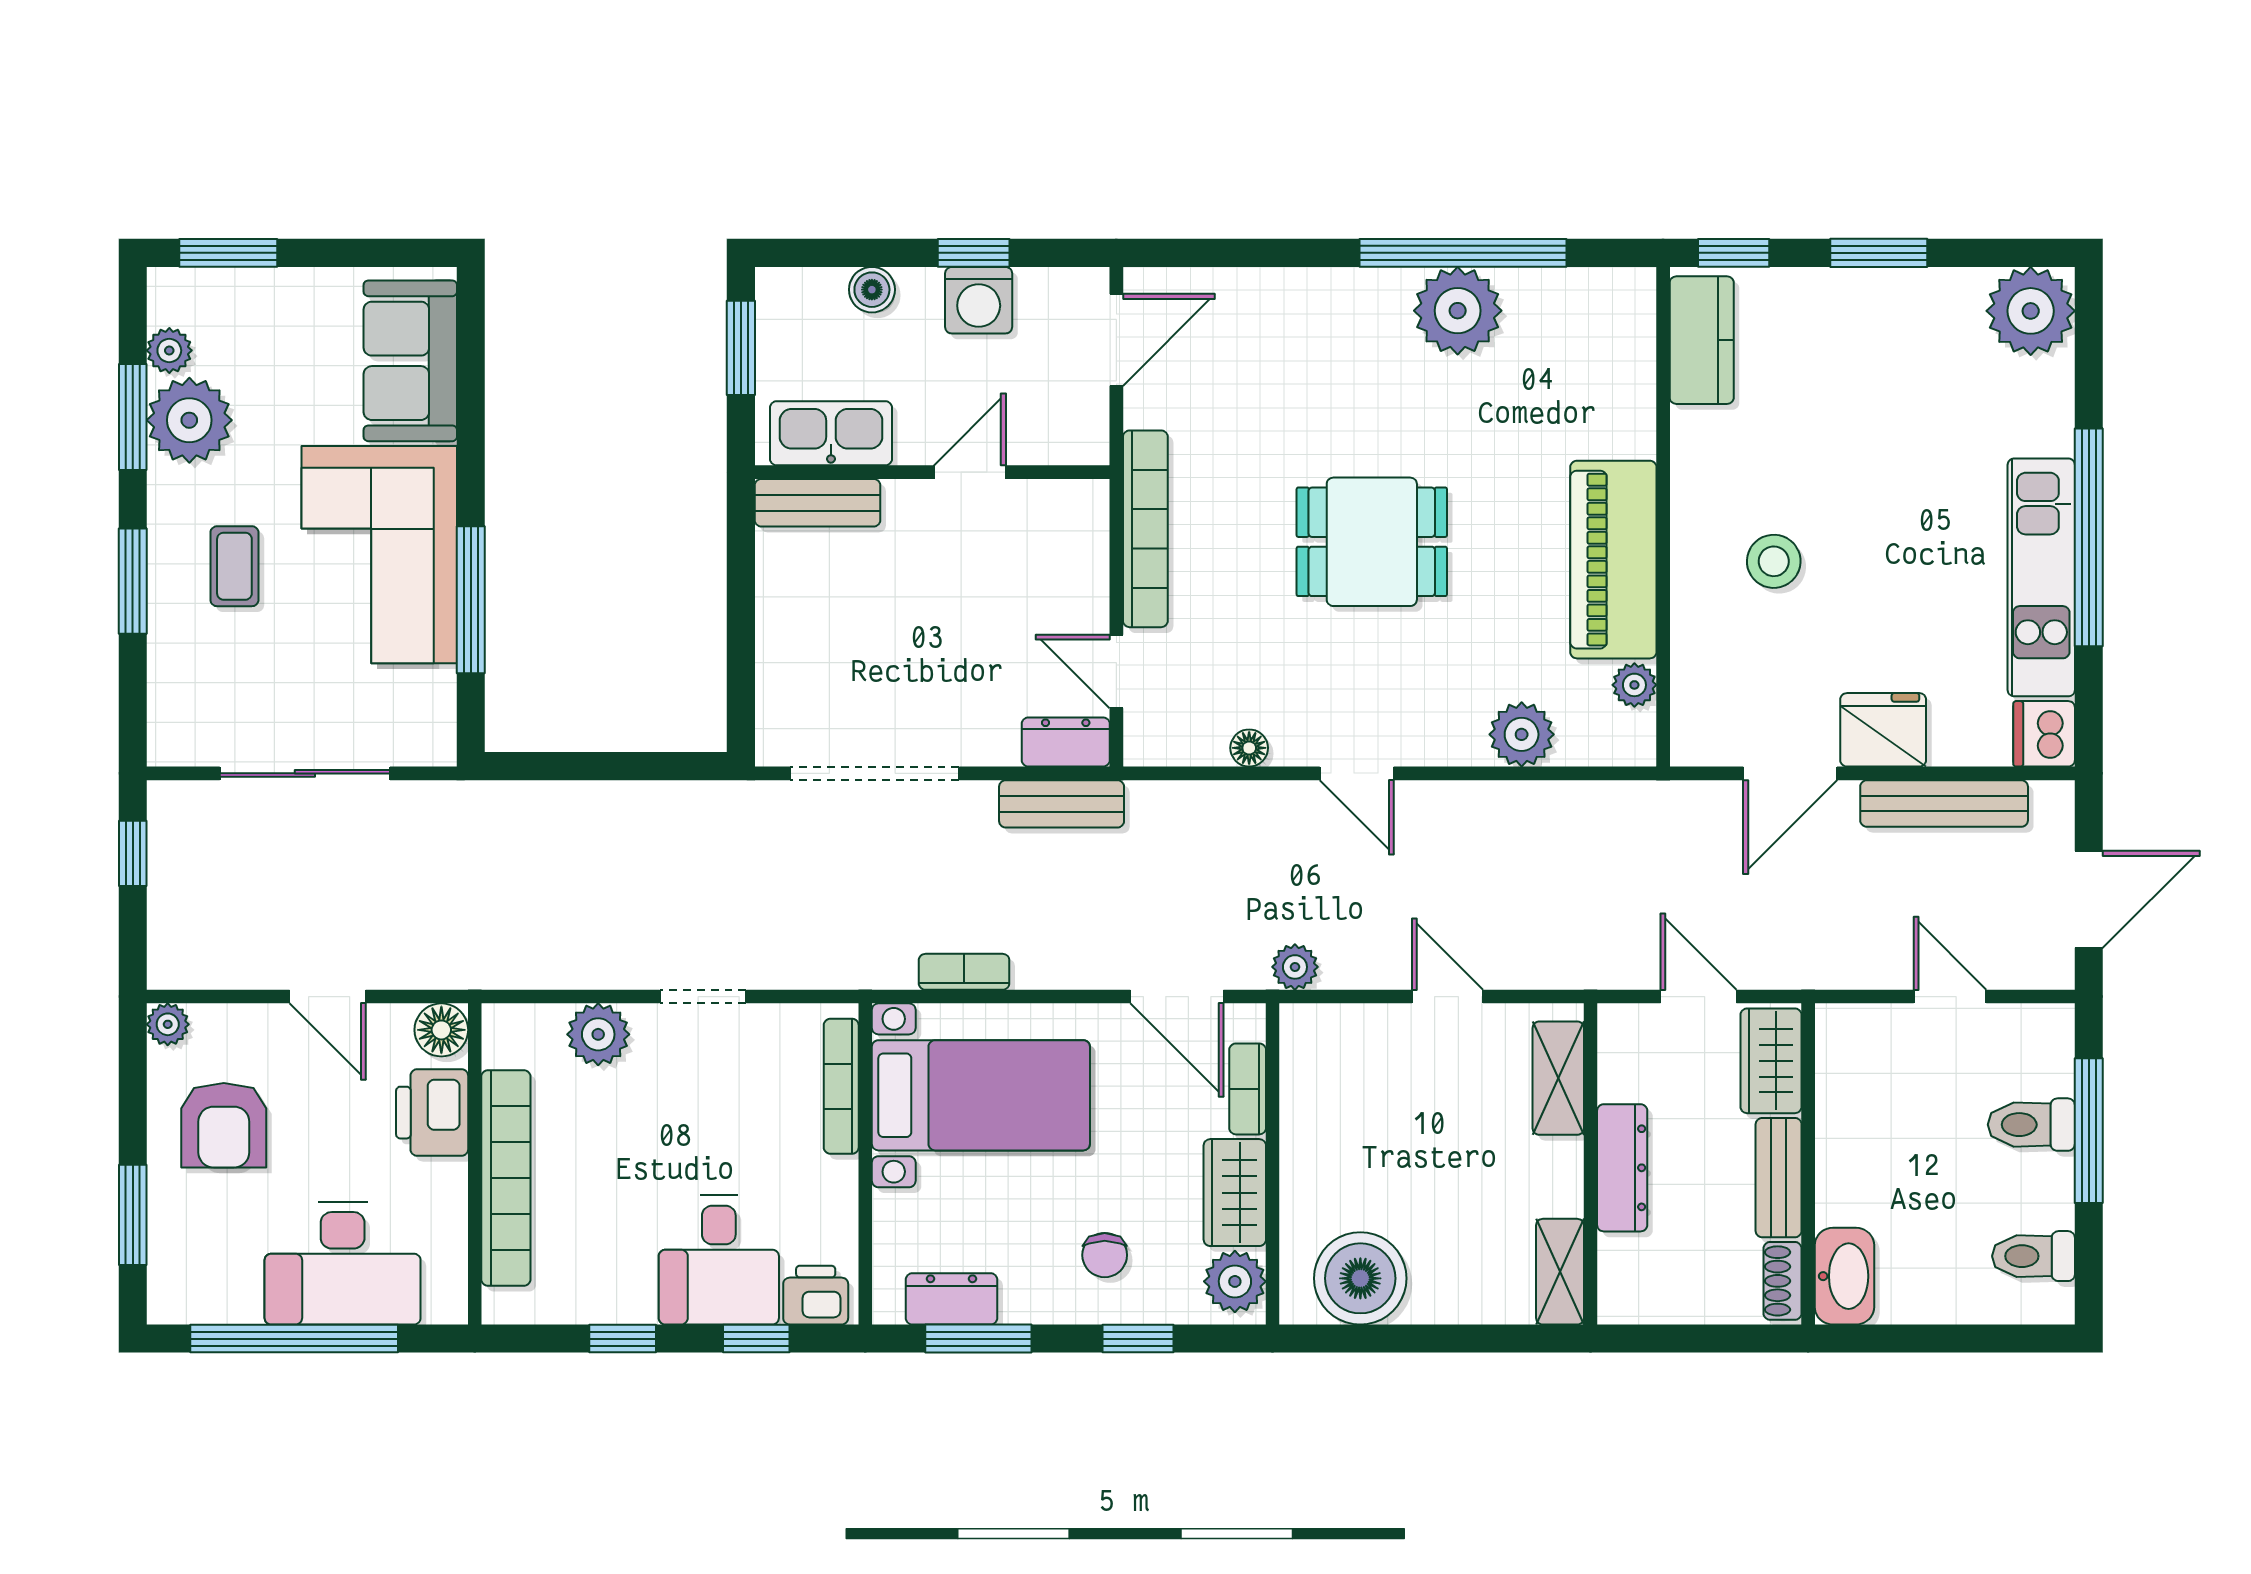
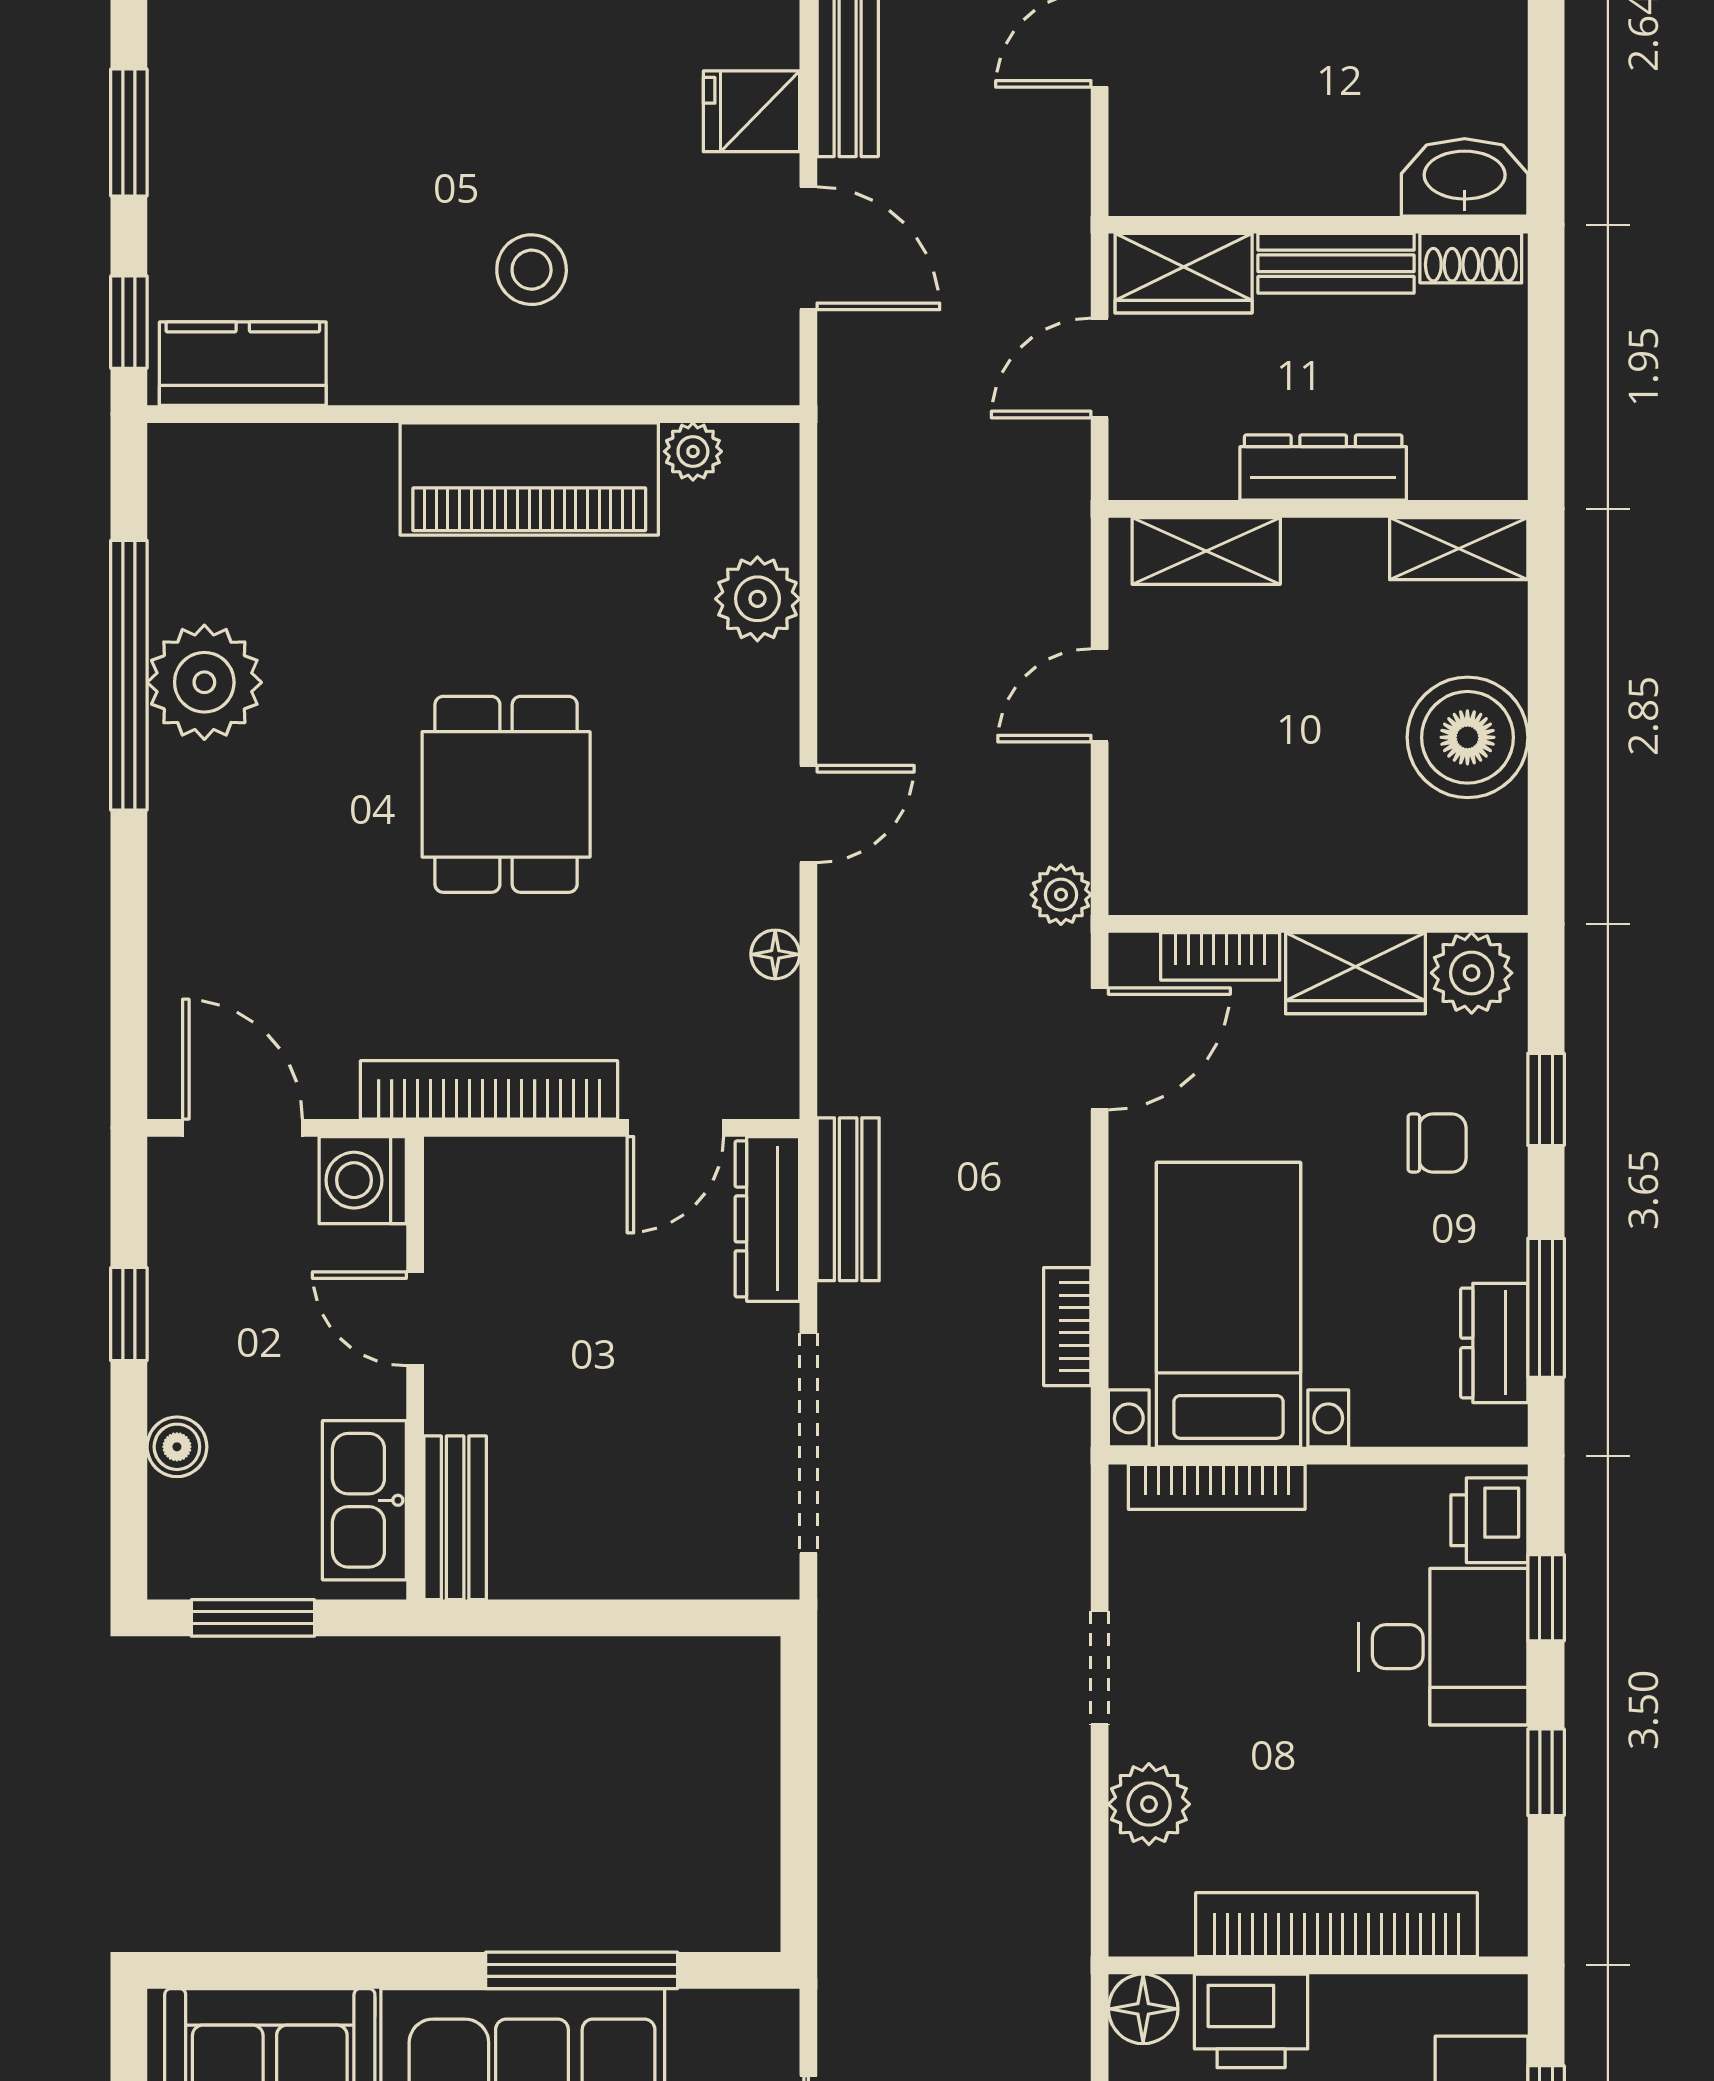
washing machine: (979, 300) -> (363, 1180), moved, turned 180
fridge: (1883, 730) -> (751, 111), width x0.72
dresser: (1066, 742) -> (767, 1219), width x1.44
boiler: (1360, 1278) -> (1467, 737), moved

